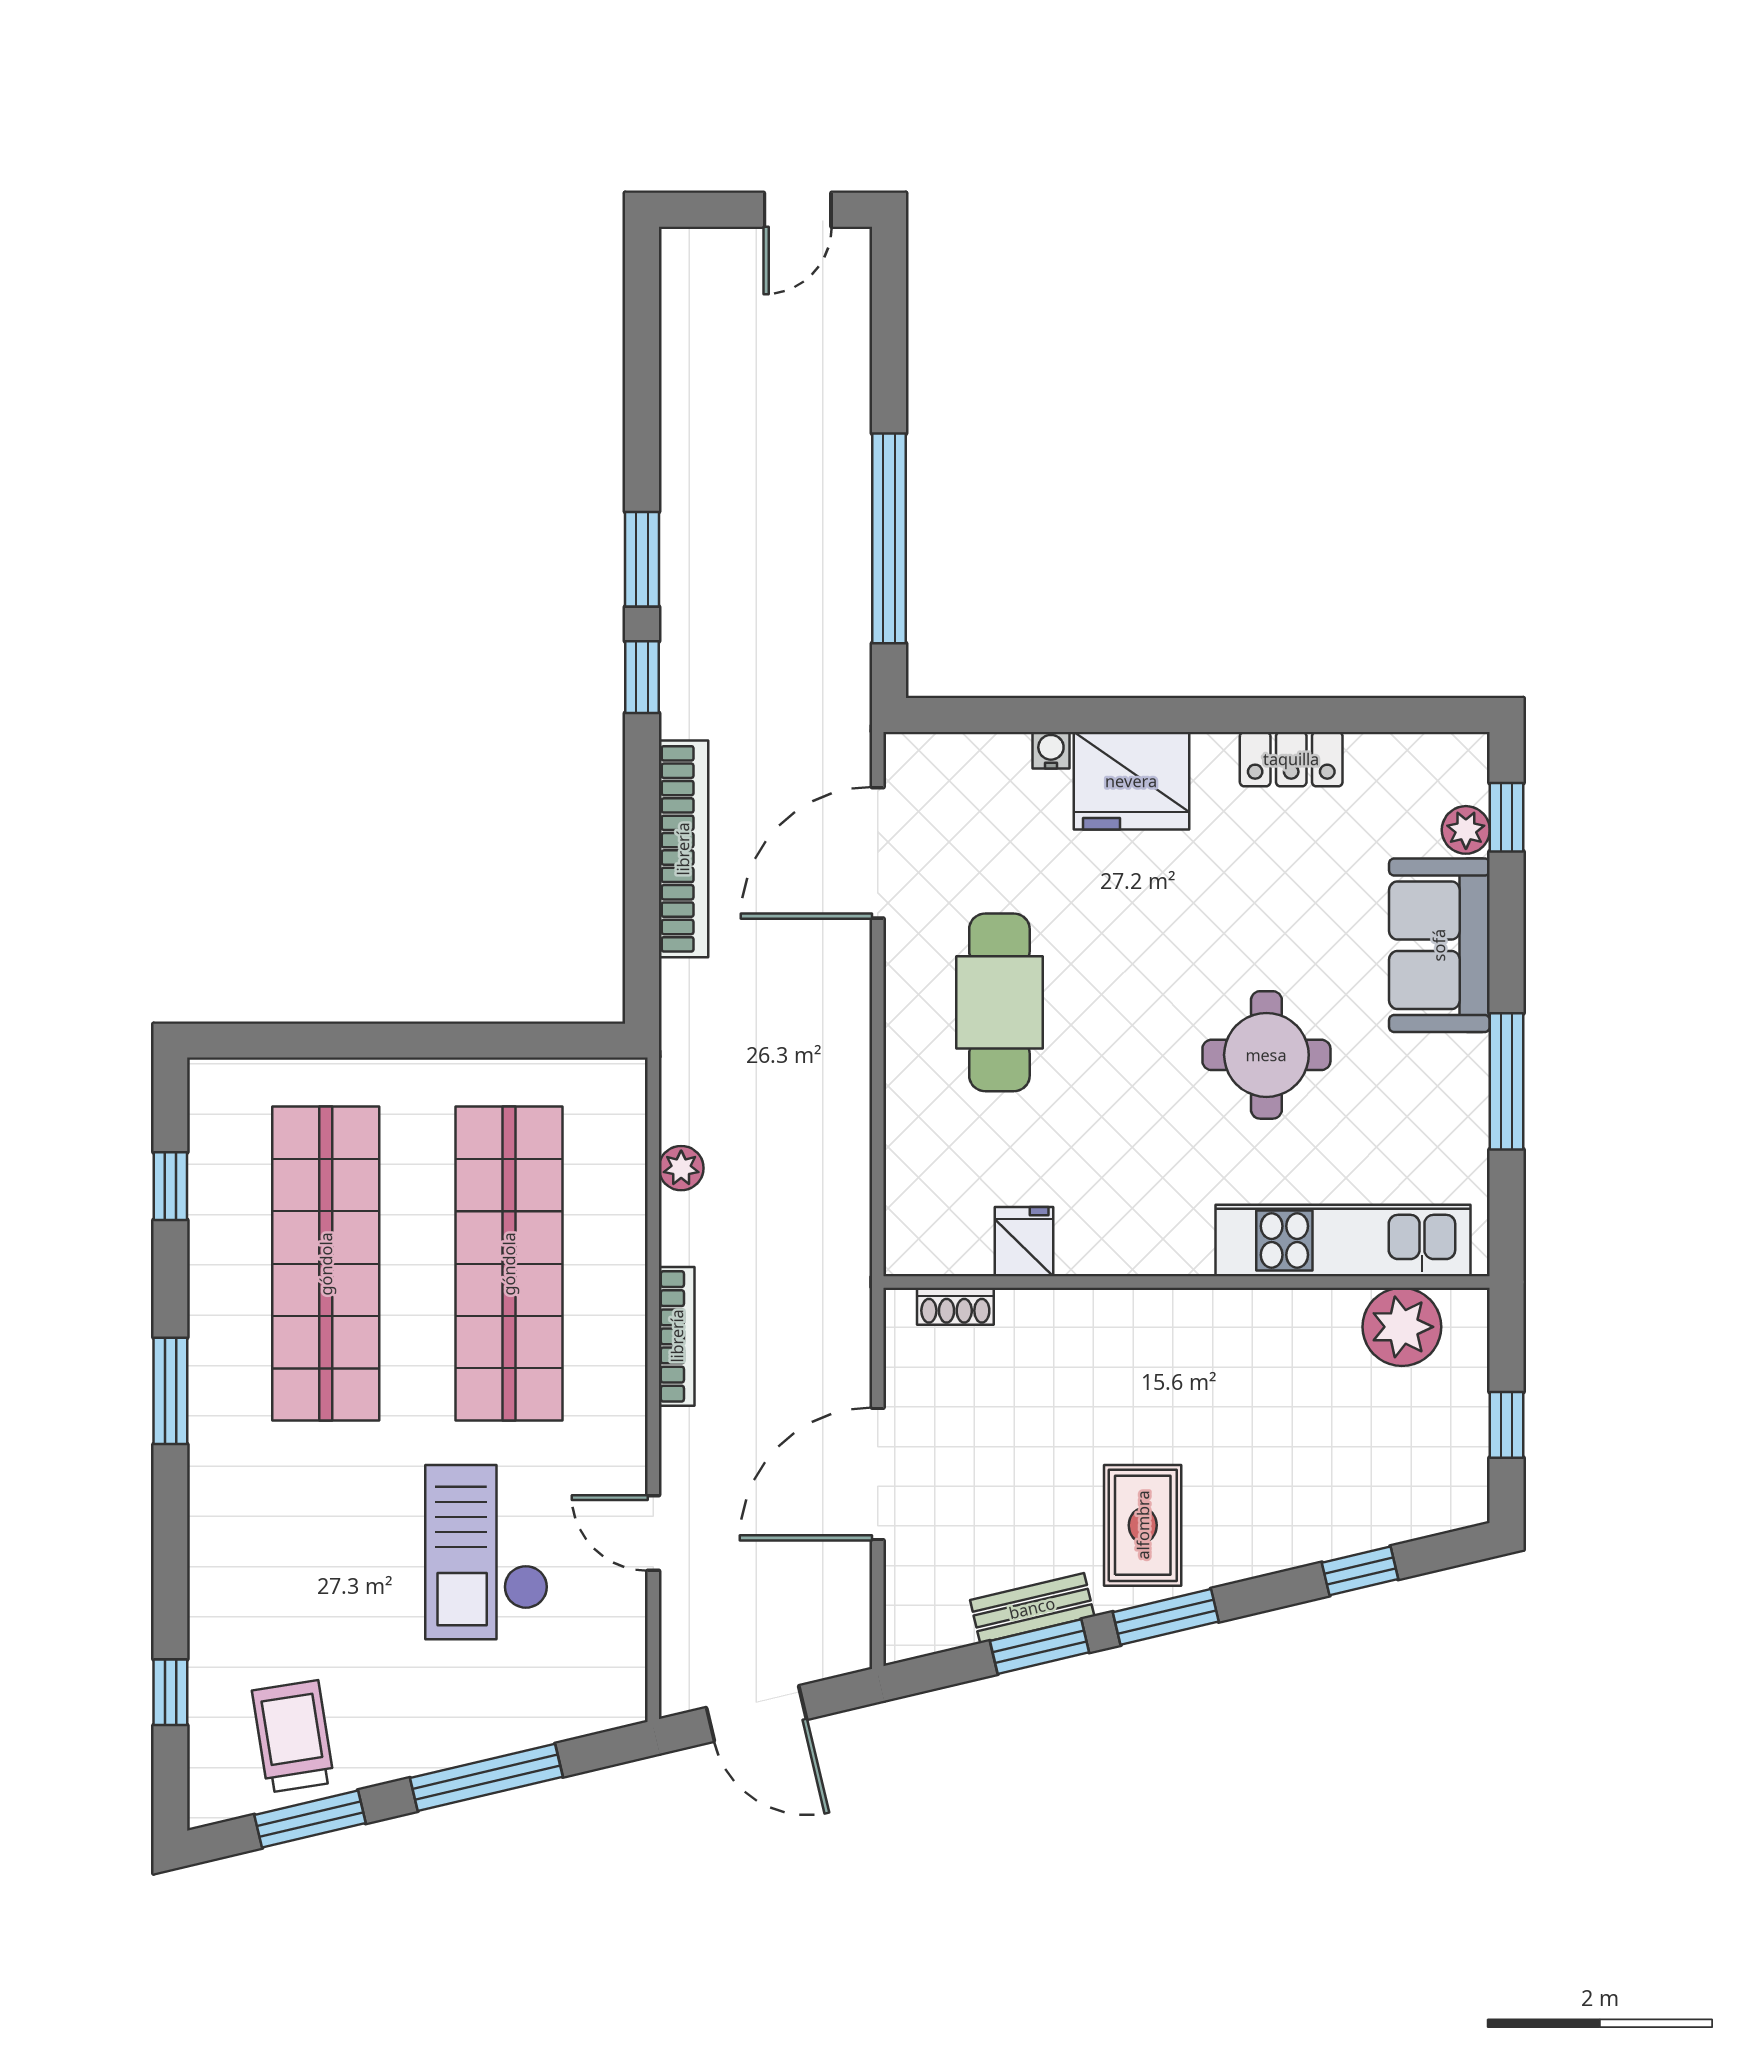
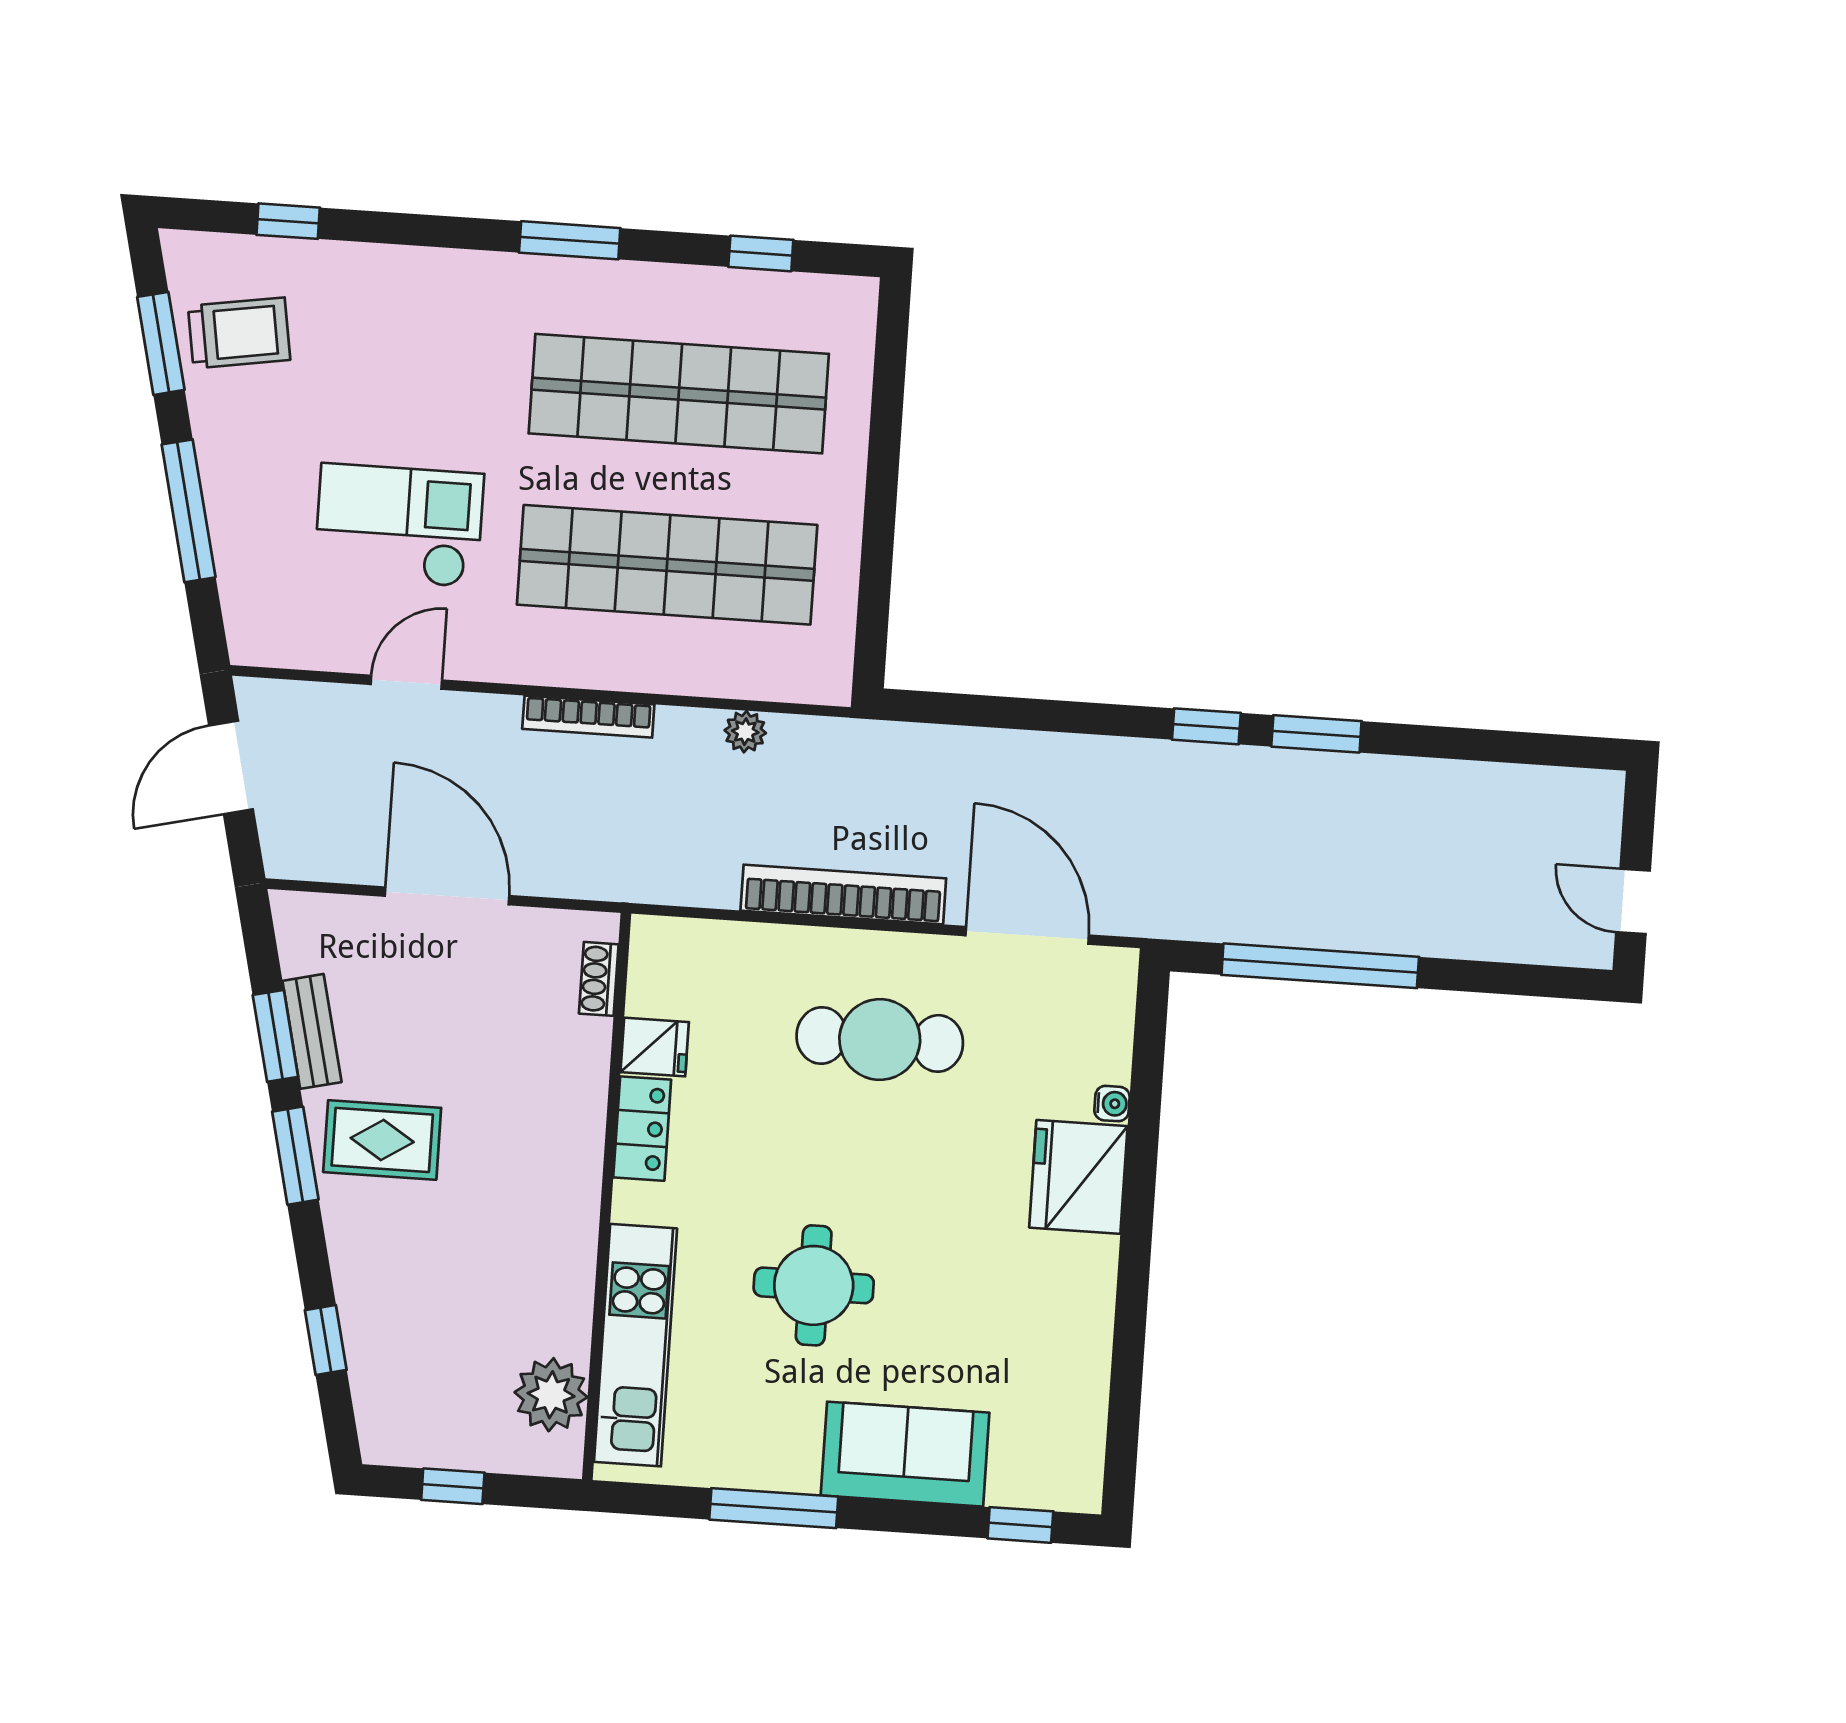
locker: (1291, 759) -> (642, 1129), moved, turned 180
plant: (1466, 830) -> (1011, 1486), removed
bookcase: (683, 849) -> (843, 894), moved, turned 180

